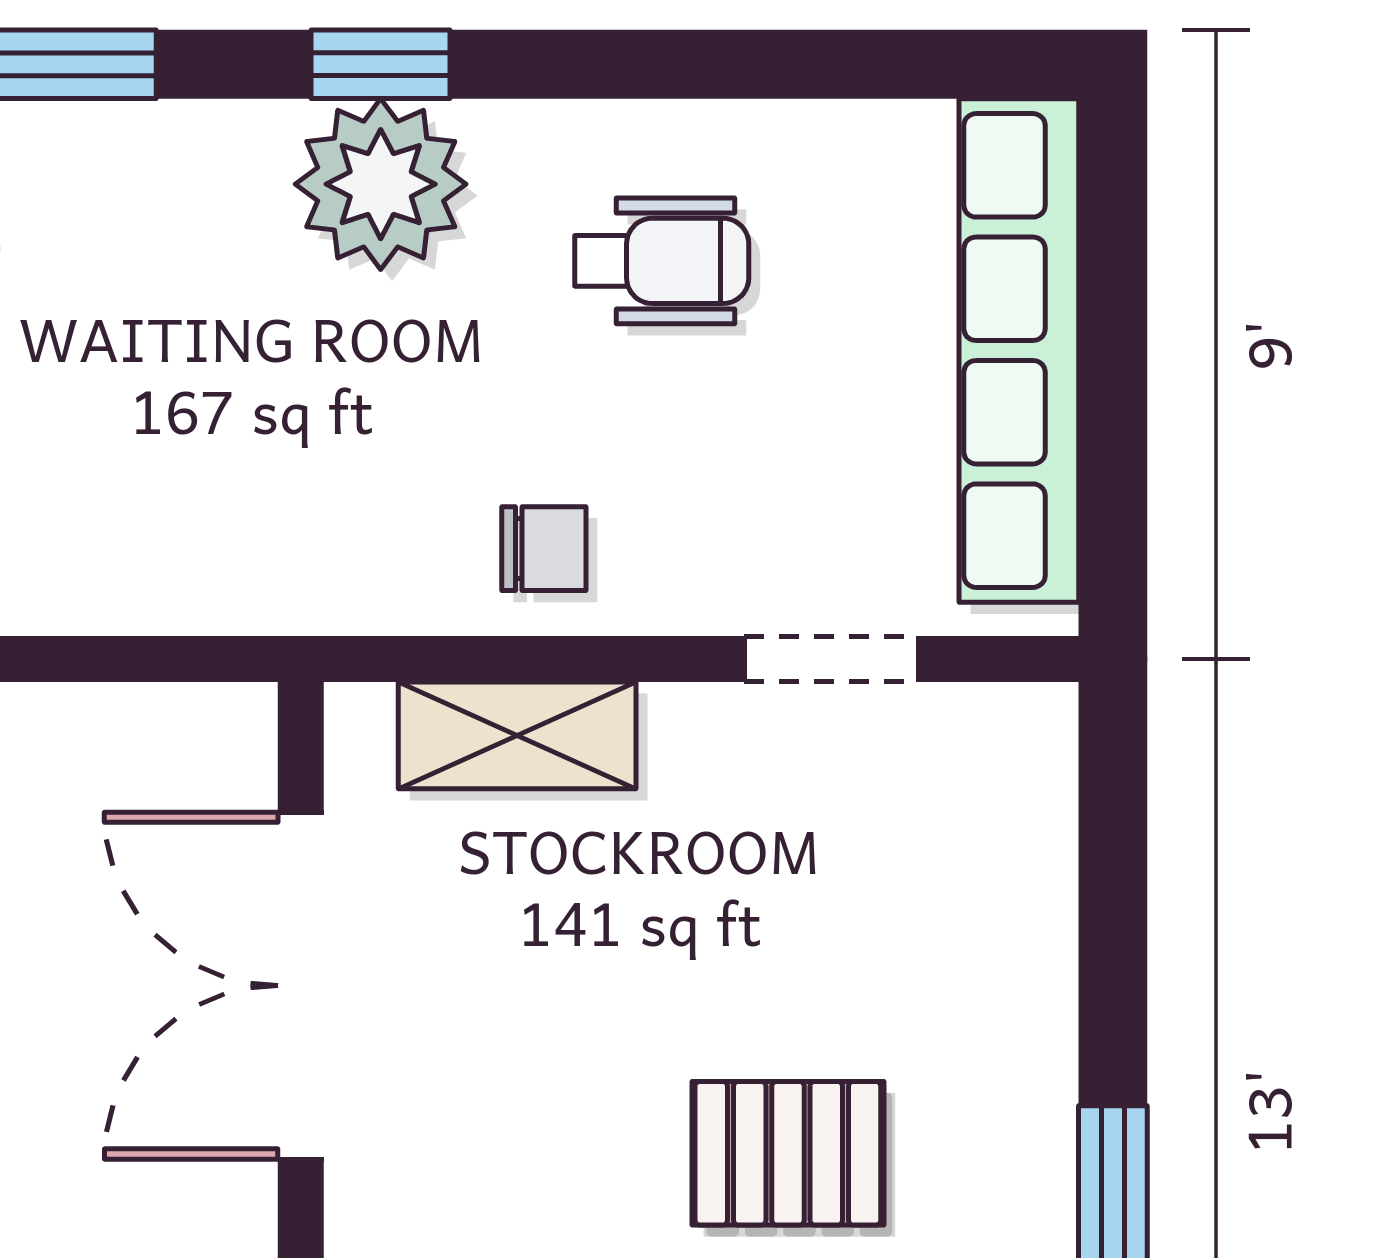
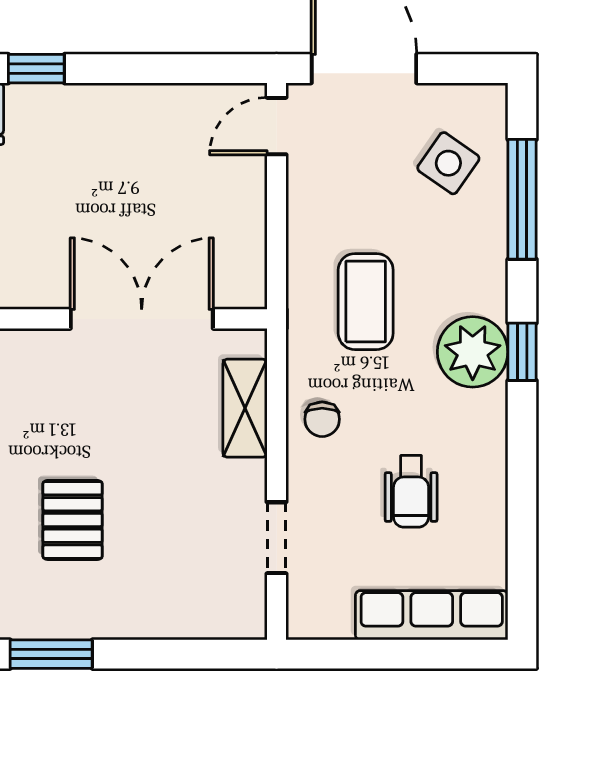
wheelchair: (662, 261) -> (411, 491), moved
row of seats: (1019, 350) -> (432, 615), width x0.73
coffee table: (259, 443) -> (366, 302), added

